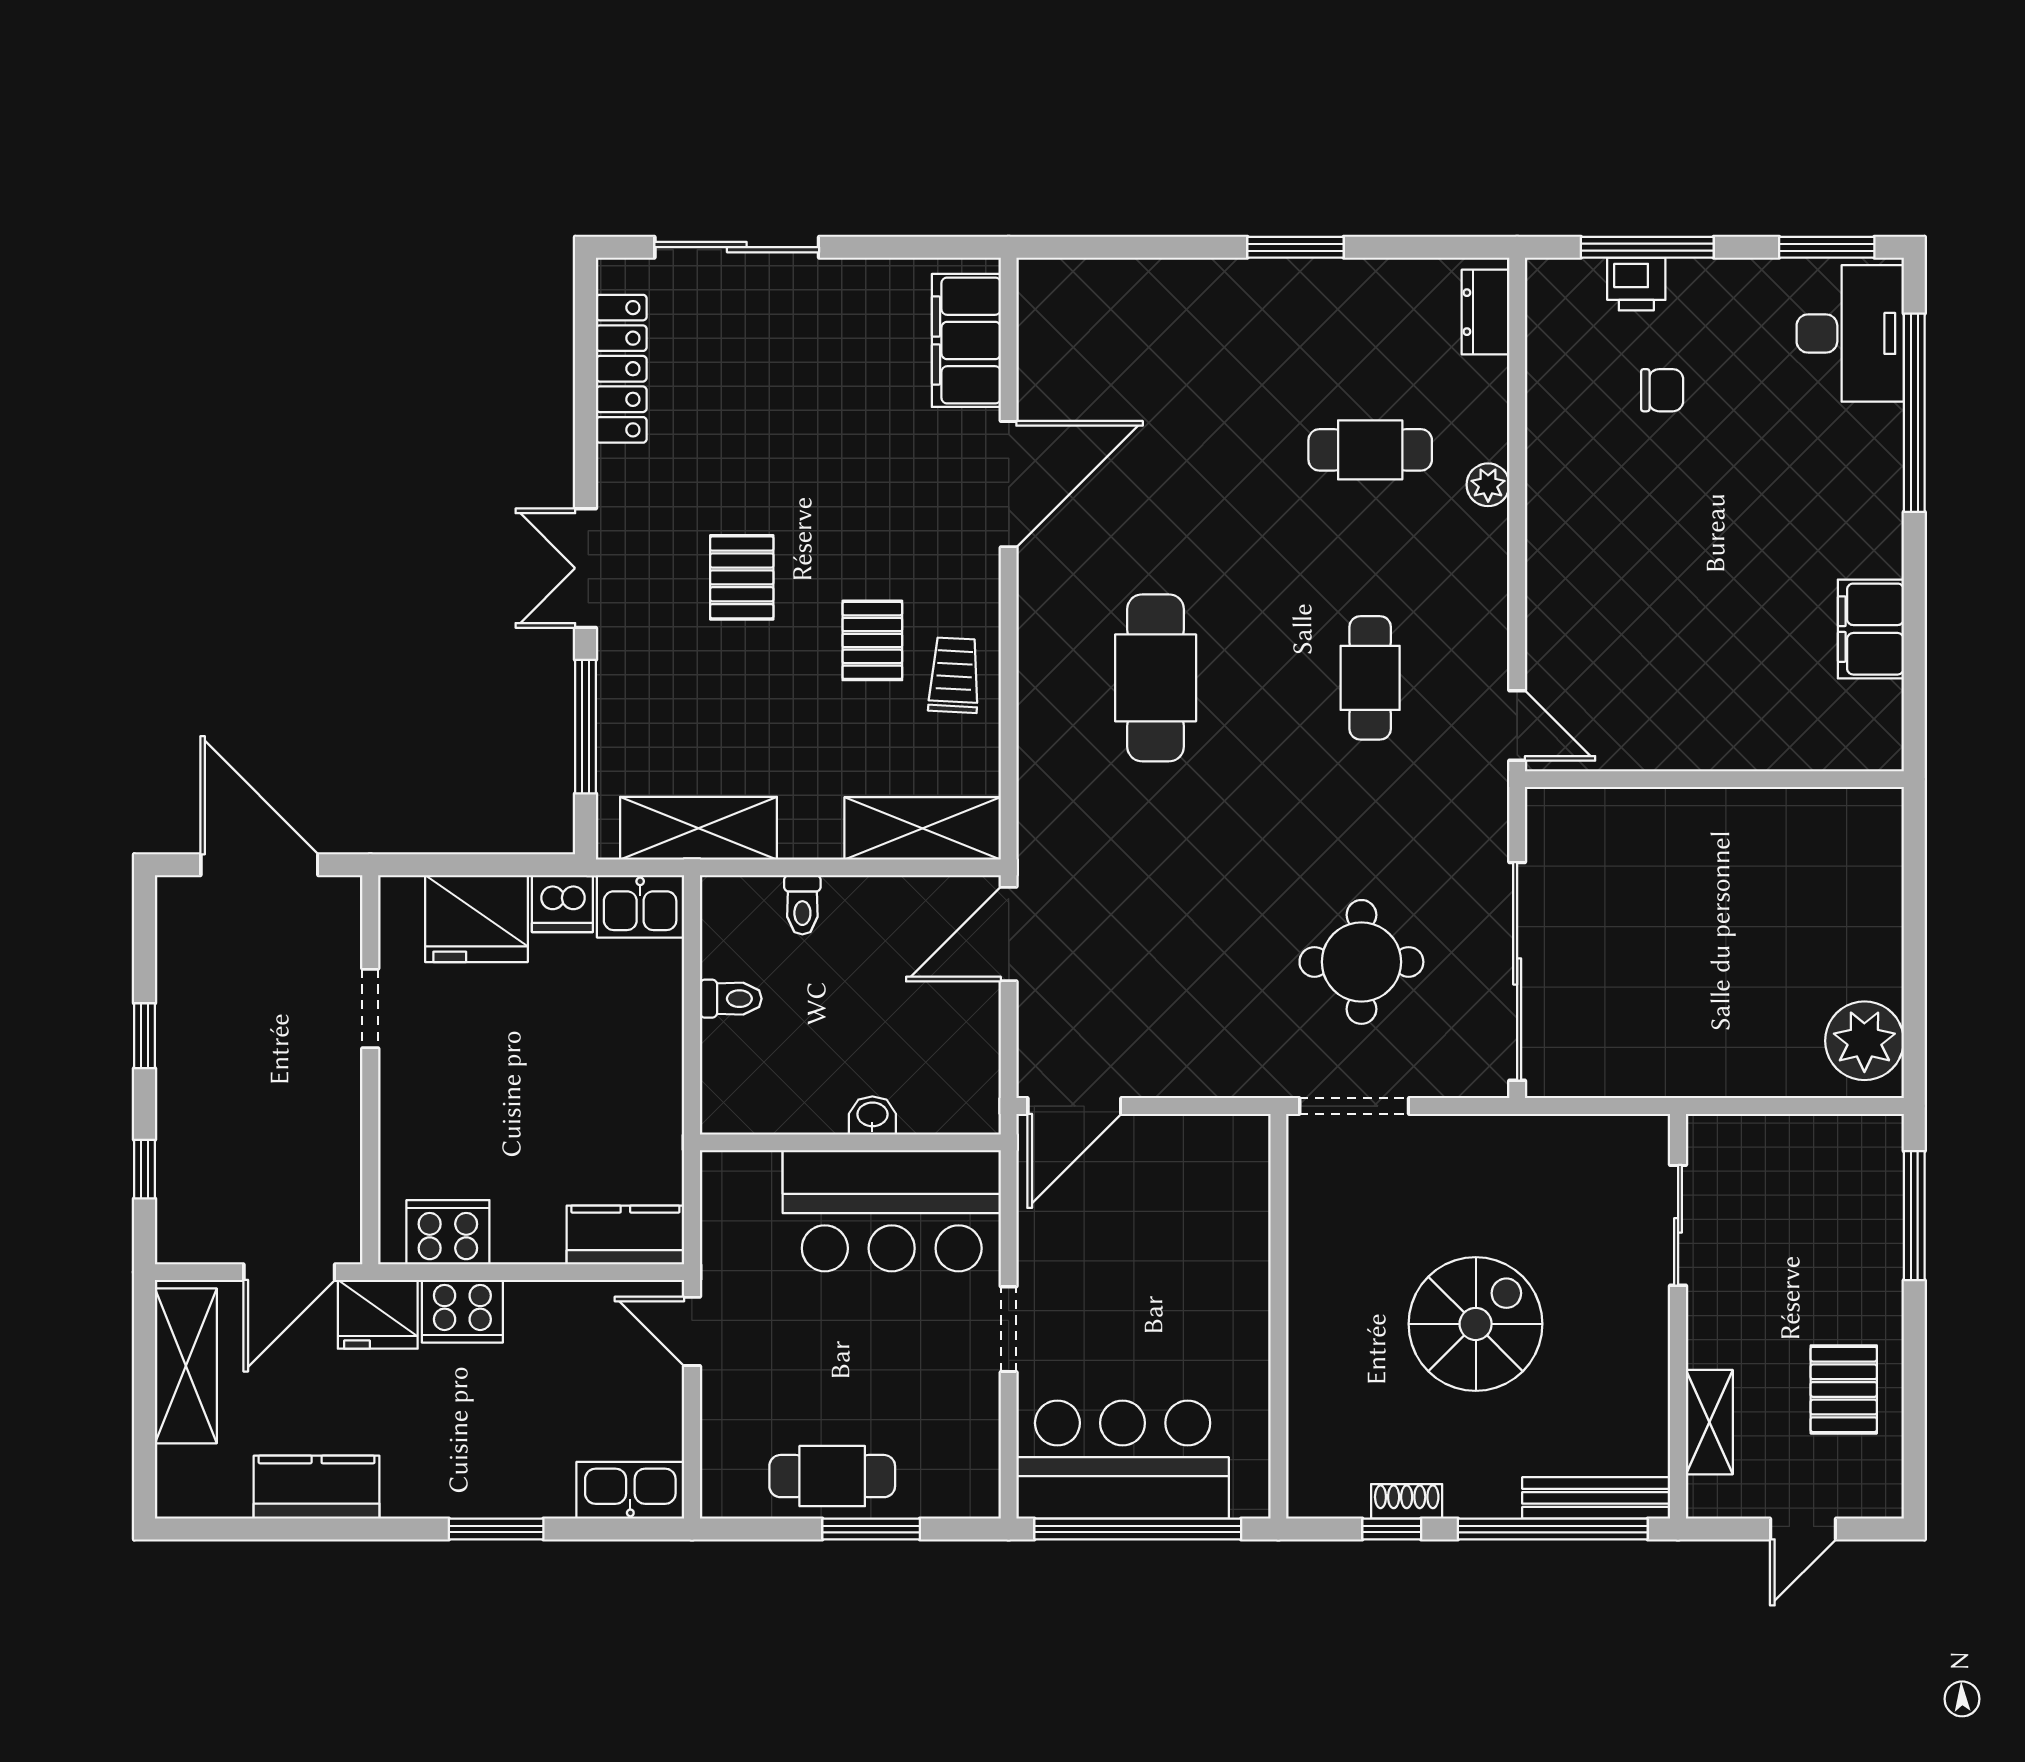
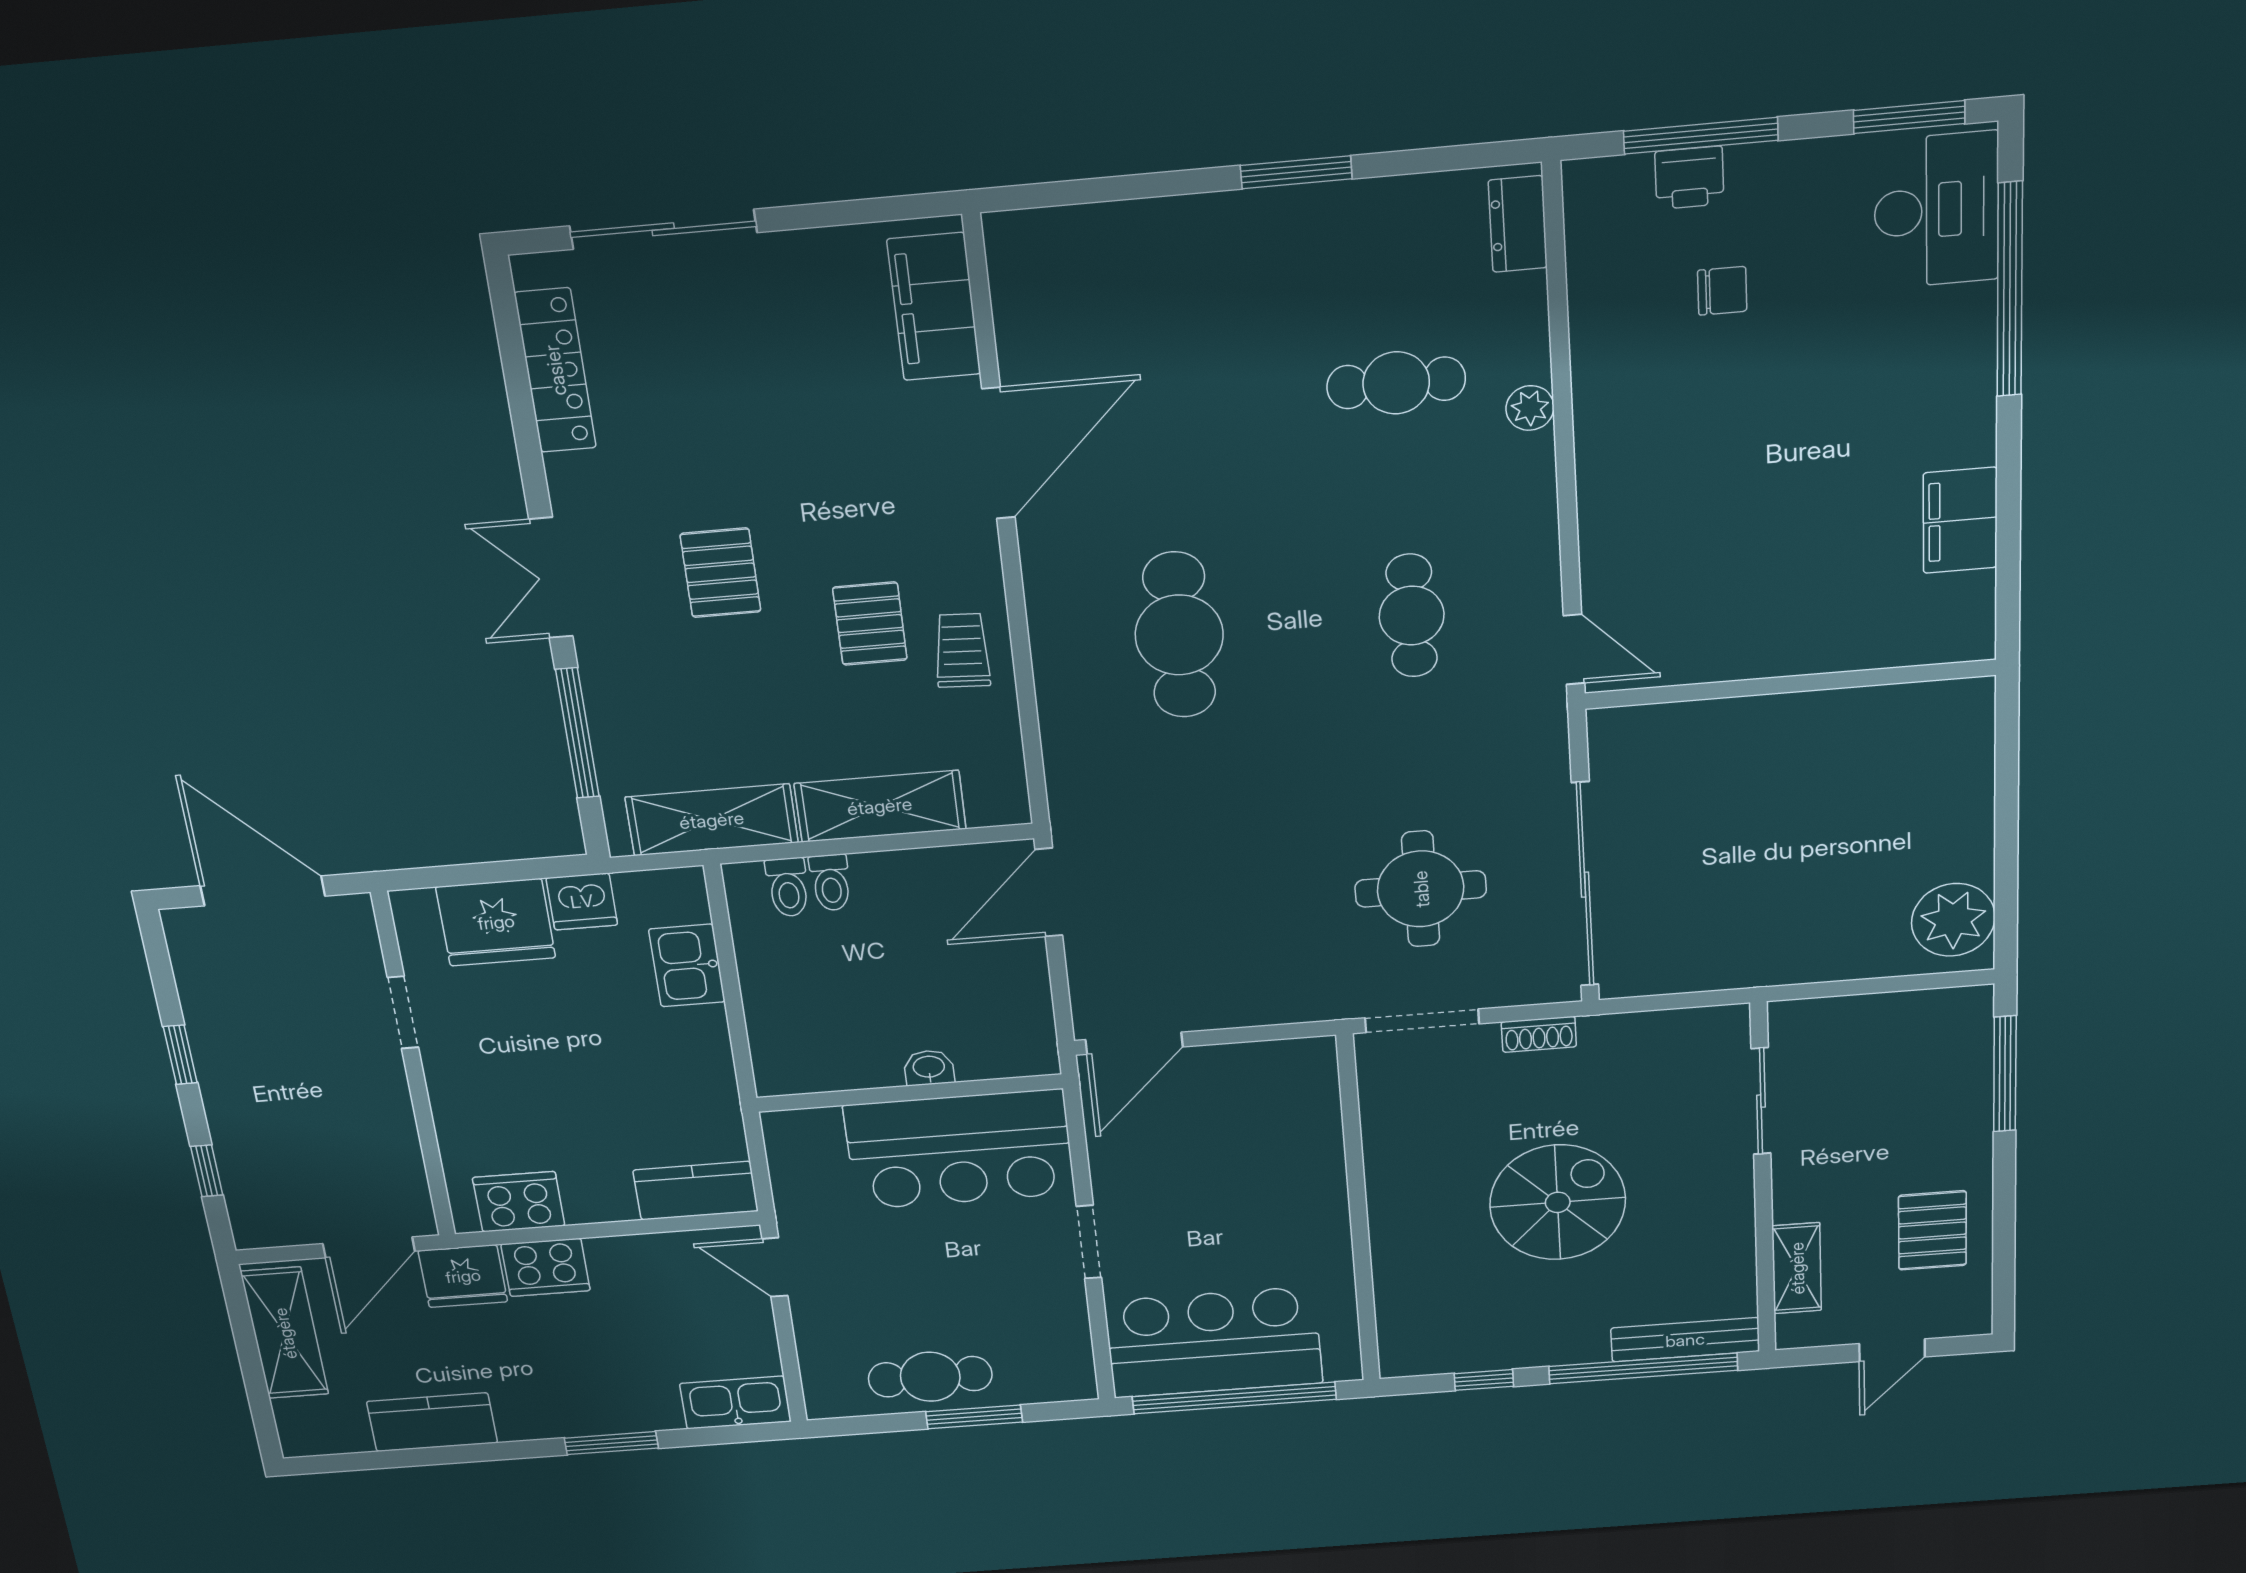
shelving: (923, 828) -> (880, 806), moved
kitchen sink: (640, 906) -> (687, 965), moved, turned 90
toilet: (731, 999) -> (788, 887), moved, turned 90
shoe rack: (1407, 1501) -> (1539, 1034), moved, turned 180

